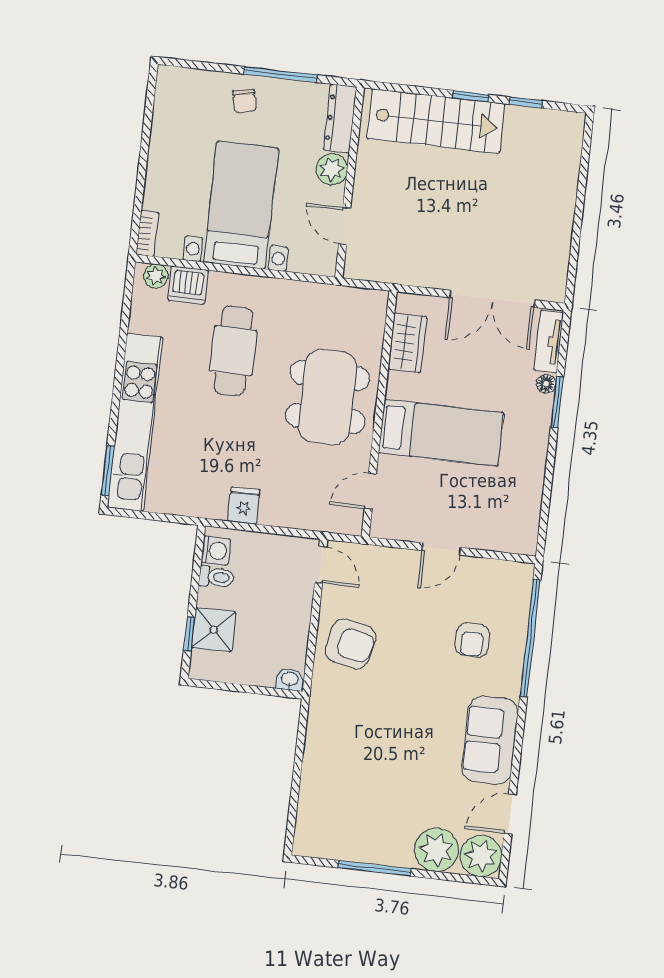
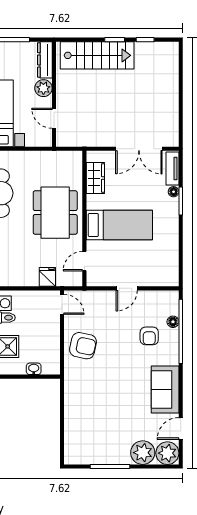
fridge: (244, 506) -> (47, 277), moved
floor lamp: (518, 619) -> (173, 322), added
washbasin: (290, 679) -> (34, 369), moved

